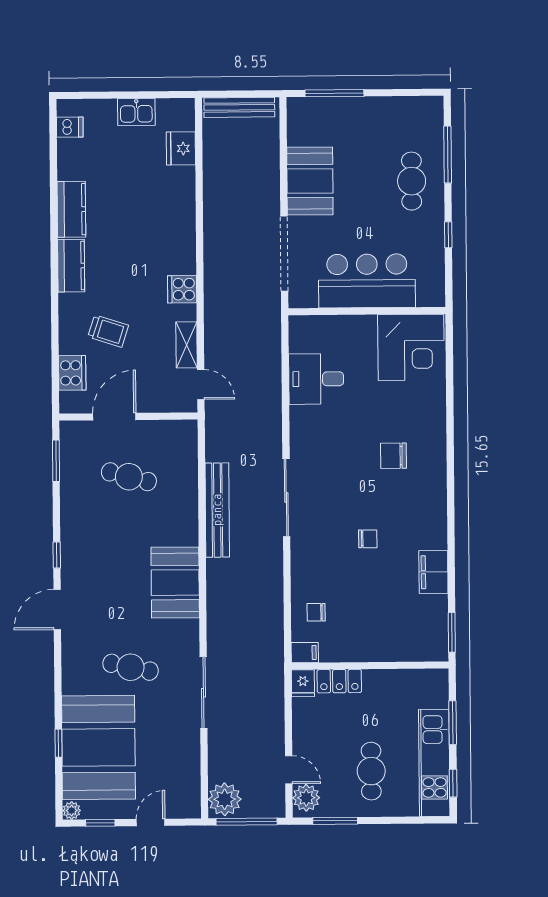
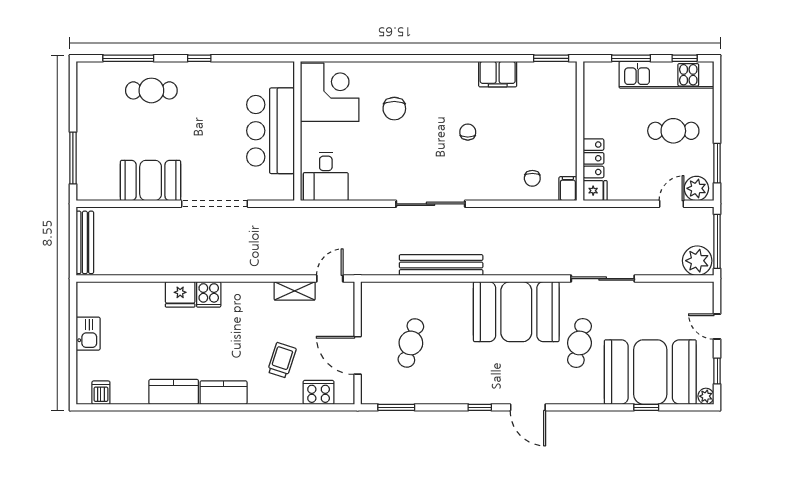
fridge: (181, 148) -> (180, 294), moved
bar counter: (367, 281) -> (270, 131), moved
cooker: (182, 289) -> (209, 294), moved
wall: (367, 311) -> (297, 131), moved
corner desk: (411, 347) -> (330, 92), moved
booth: (175, 583) -> (516, 312), width x1.36, depth x1.42

